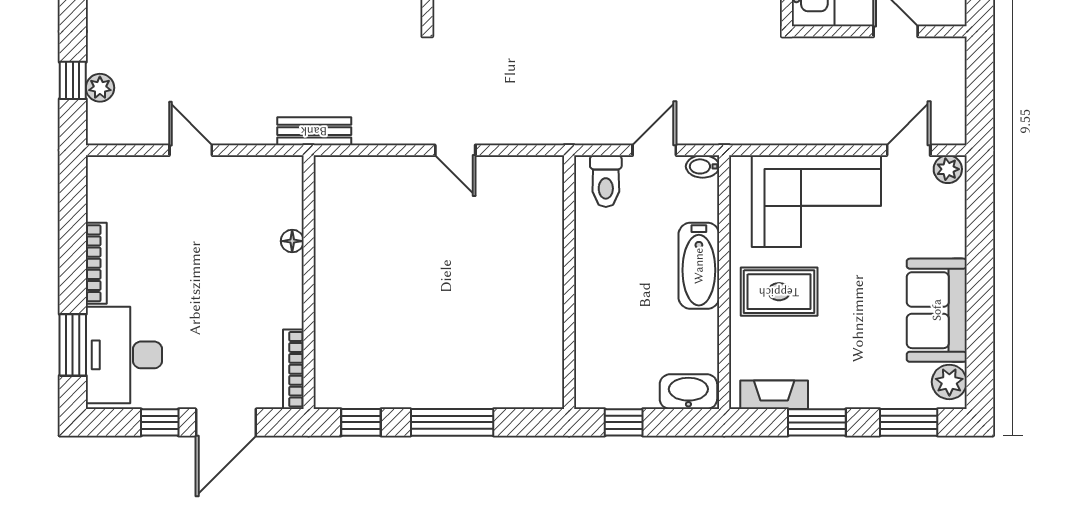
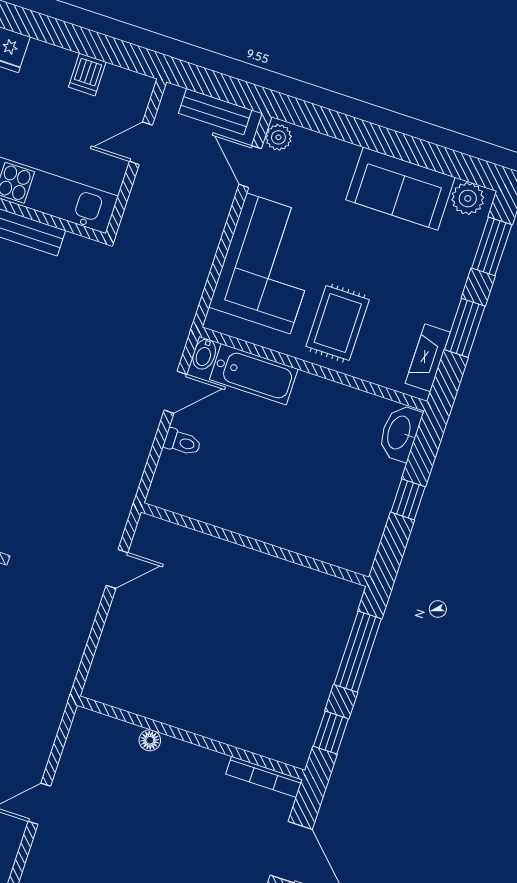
bench: (314, 131) -> (215, 112), moved, turned 90
door: (654, 150) -> (175, 392), swing flipped
toilet: (606, 181) -> (182, 442), width x0.73, depth x0.72
bathtub: (699, 266) -> (254, 374), moved
wall: (569, 282) -> (255, 545), moved

